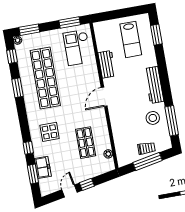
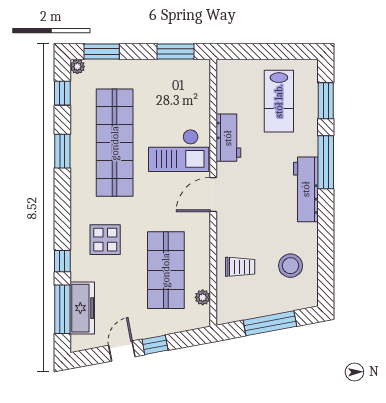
checkout: (77, 48) -> (179, 150), moved, turned -90
stool: (153, 118) -> (291, 266), moved
window: (172, 121) -> (326, 162), moved
shop shelf: (86, 143) -> (166, 270), width x1.43, depth x1.36
trolley: (146, 148) -> (240, 267), moved
freezer: (43, 167) -> (82, 308), width x1.40
window: (33, 174) -> (62, 309), width x1.44

